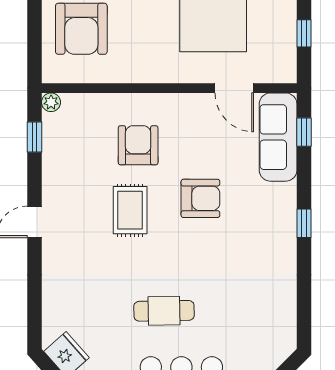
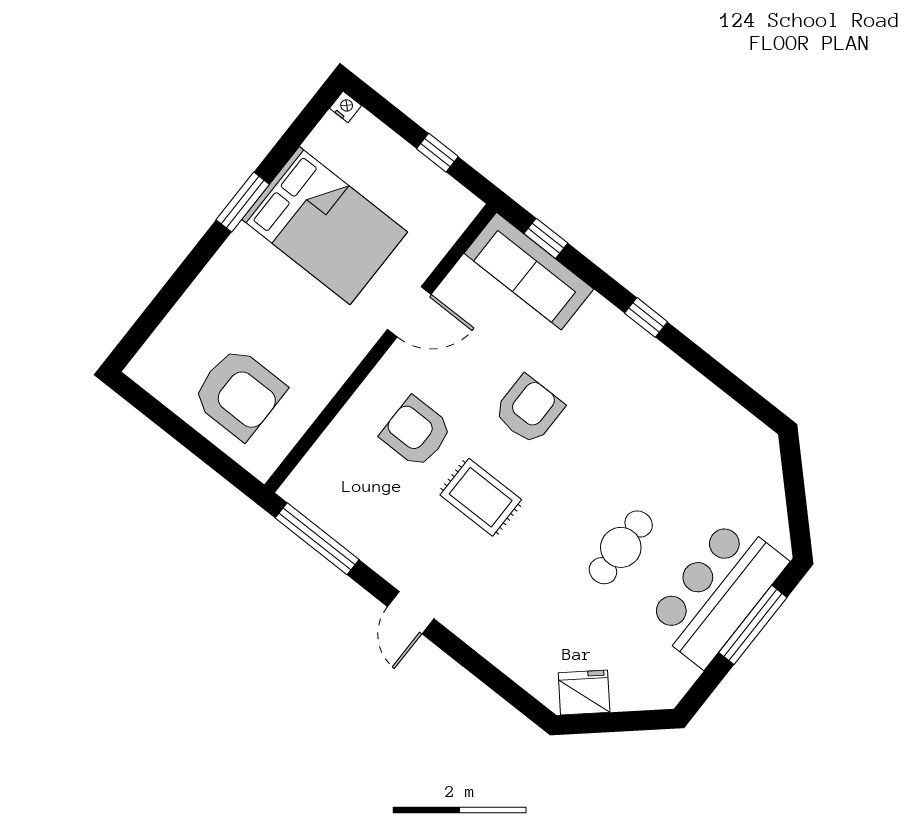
door: (234, 88) -> (409, 312), moved
plant: (51, 102) -> (293, 491), removed
window: (34, 137) -> (317, 539), width x2.17

